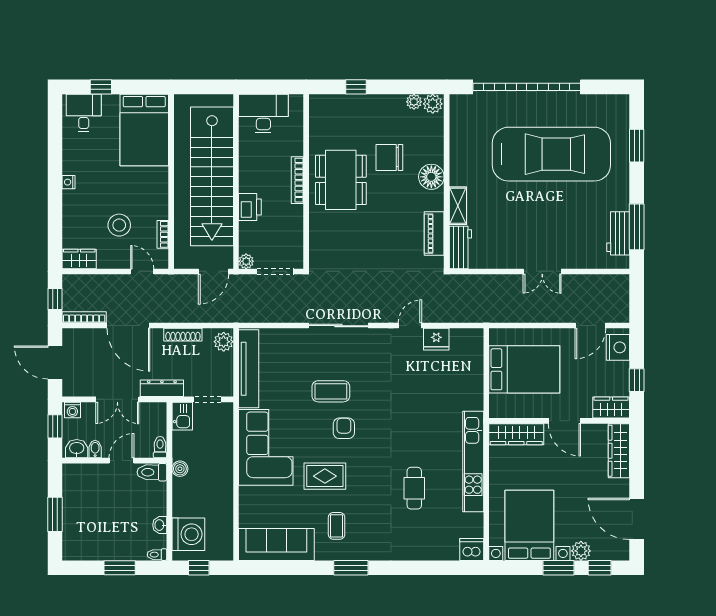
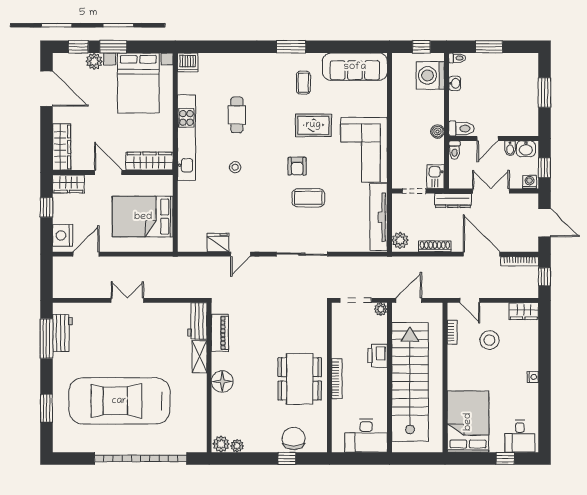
chair: (389, 157) -> (294, 438), moved, turned -90
stool: (416, 427) -> (235, 167), added

